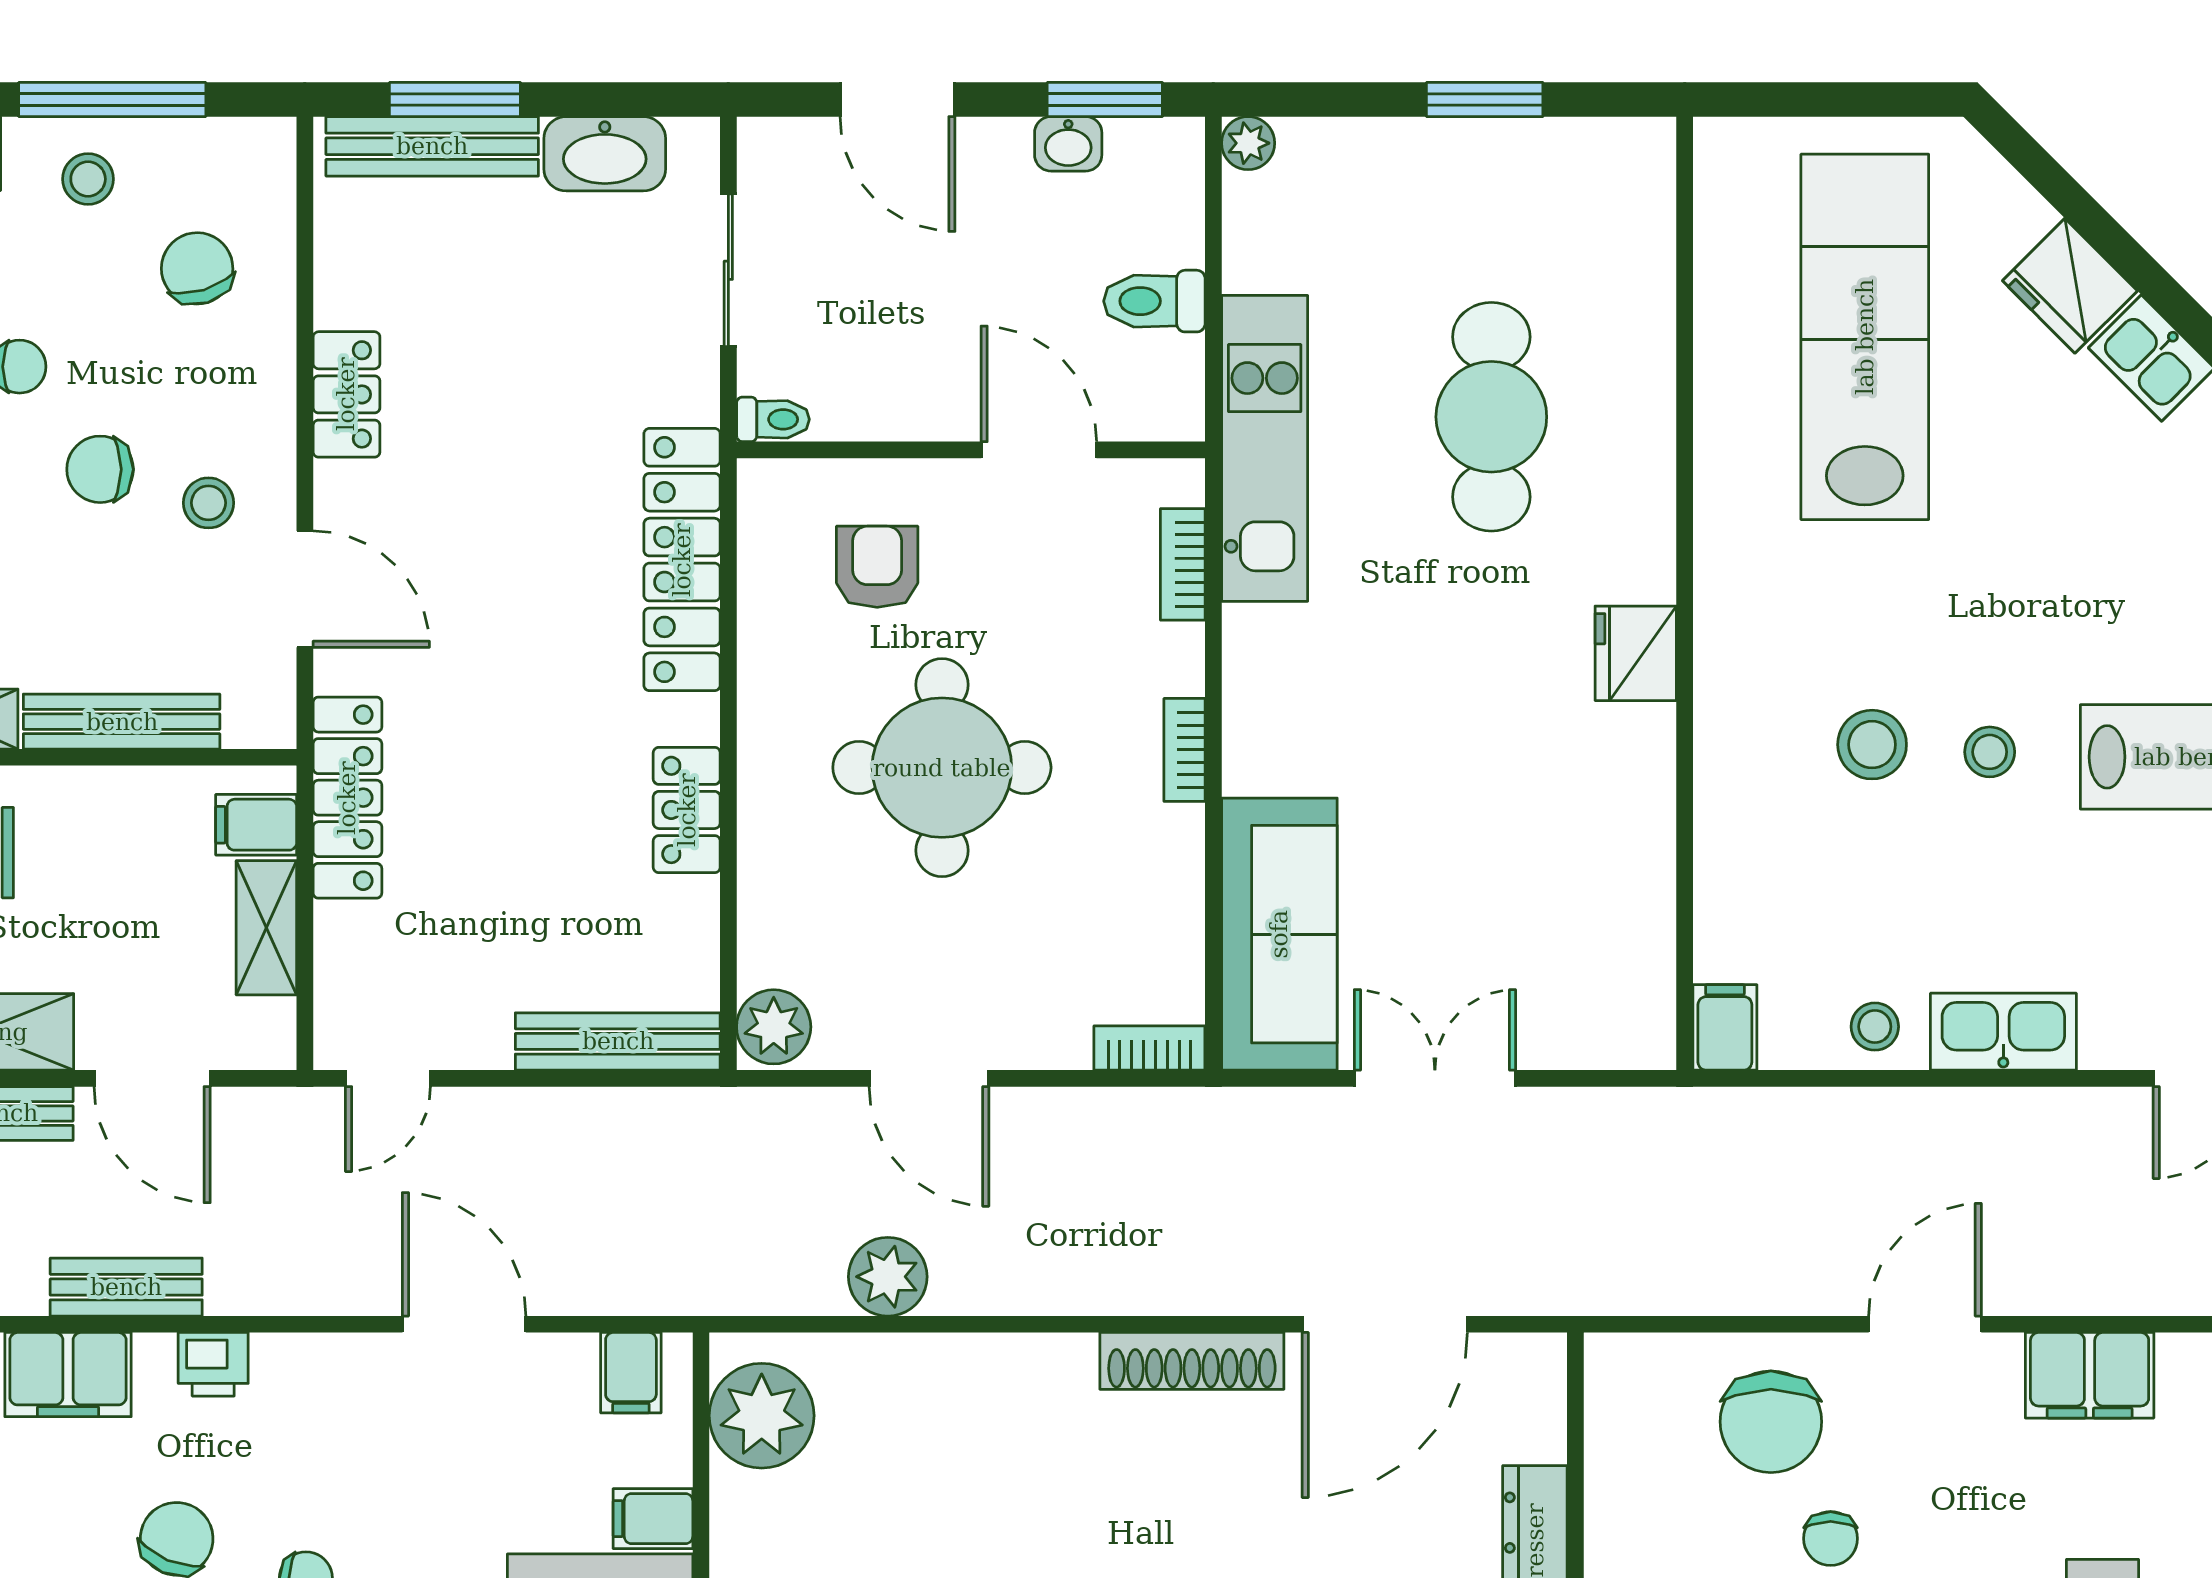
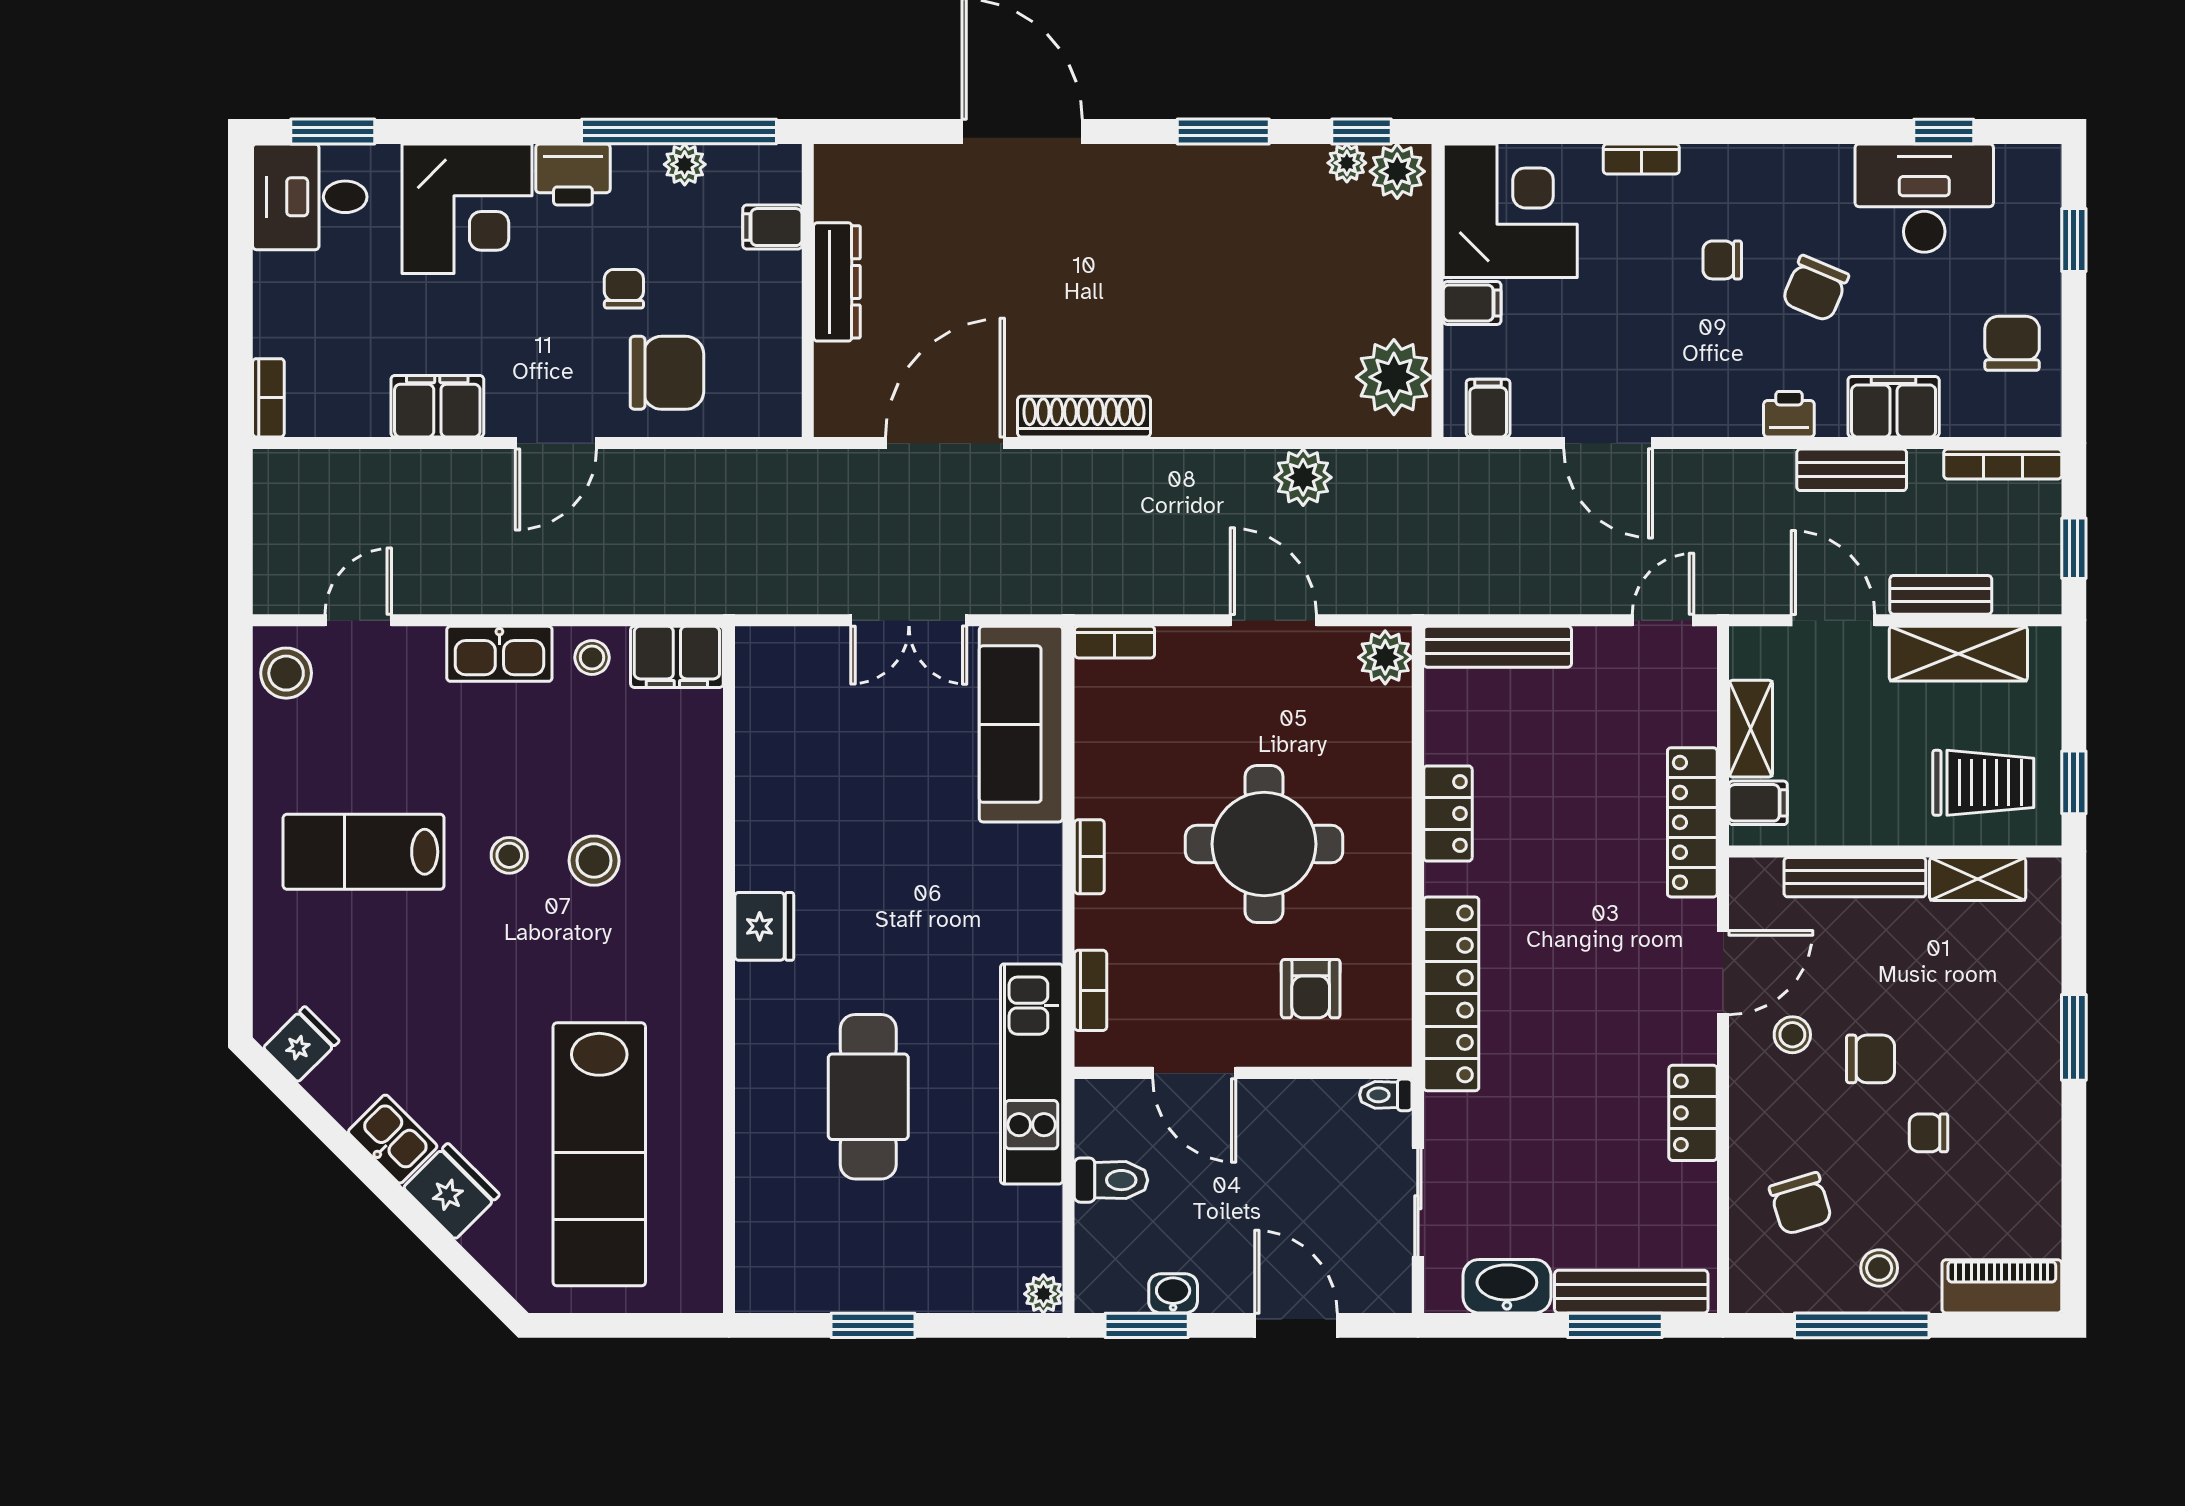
door: (305, 589) -> (1723, 973), swing flipped
filing cabinet: (1725, 1027) -> (677, 657), width x2.00
chair: (1771, 1422) -> (667, 373), turned 90

